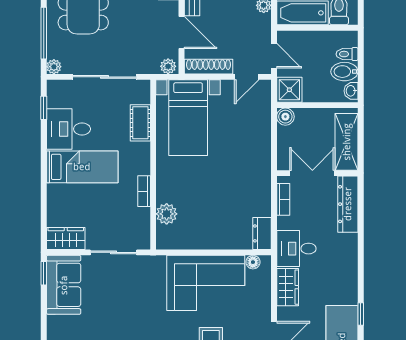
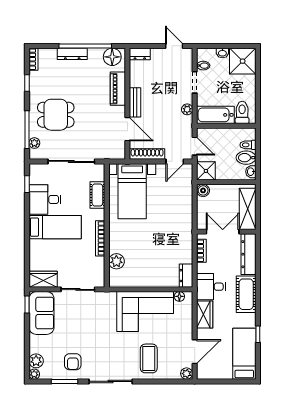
plant: (168, 66) -> (118, 154), removed
plant: (54, 67) -> (34, 143), moved
bookcase: (144, 191) -> (100, 238), width x1.56
cot: (344, 259) -> (246, 294), added

